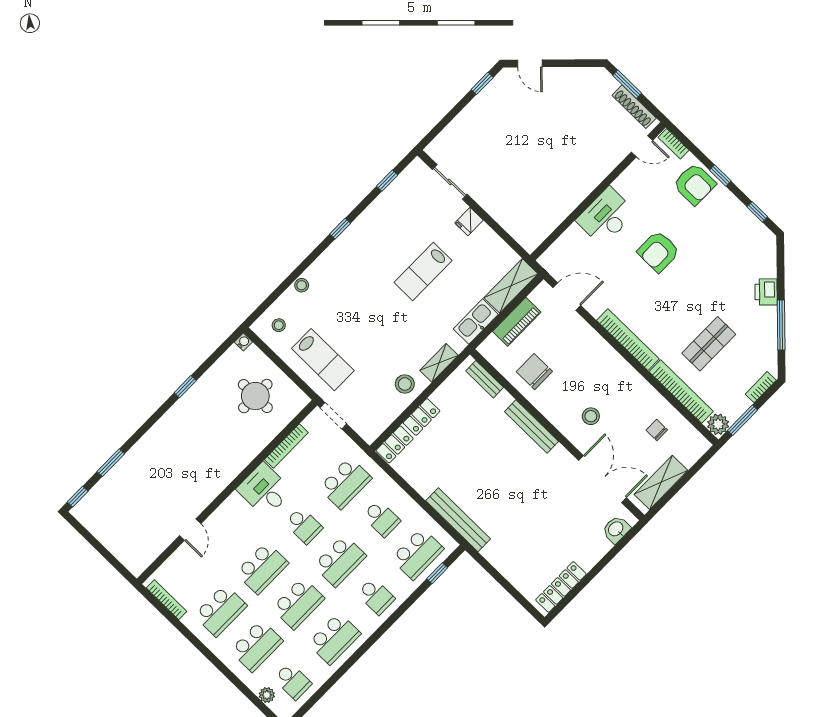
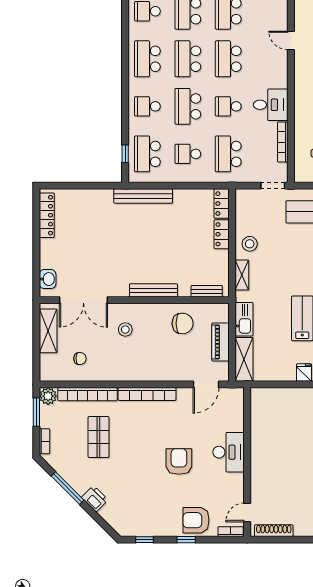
window: (627, 84) -> (290, 540), removed

